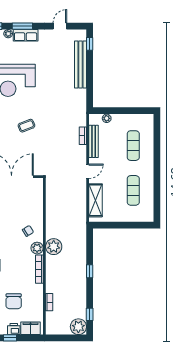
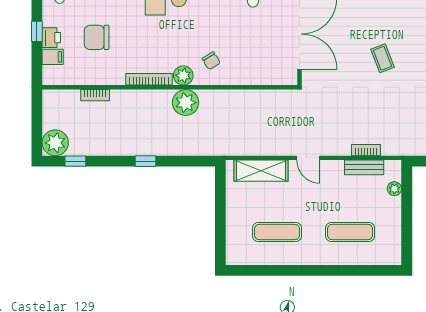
bench: (94, 141) -> (364, 167), width x0.73
filing cabinet: (30, 328) -> (53, 57), width x0.50

